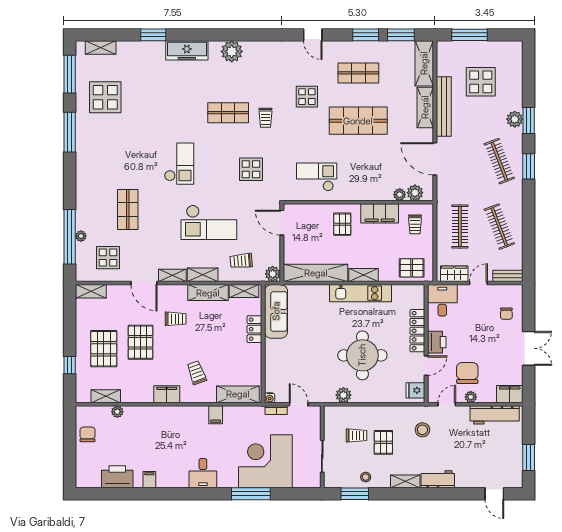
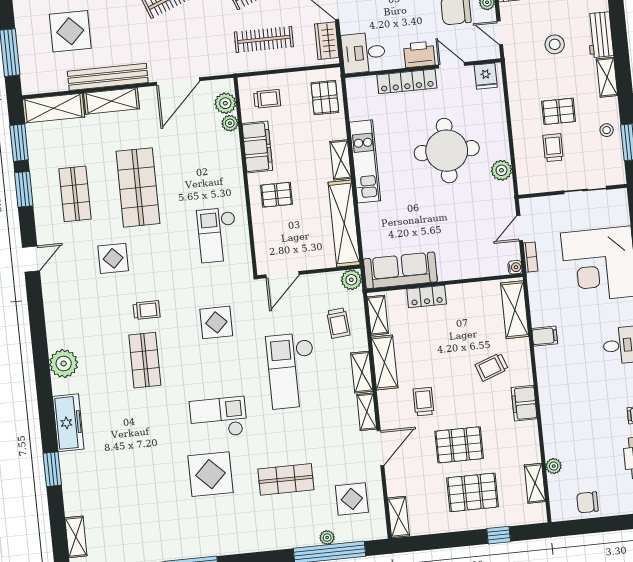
display table: (105, 97) -> (210, 474), moved
checkout: (209, 222) -> (292, 371), turned 180
stool: (422, 430) -> (555, 44), moved

